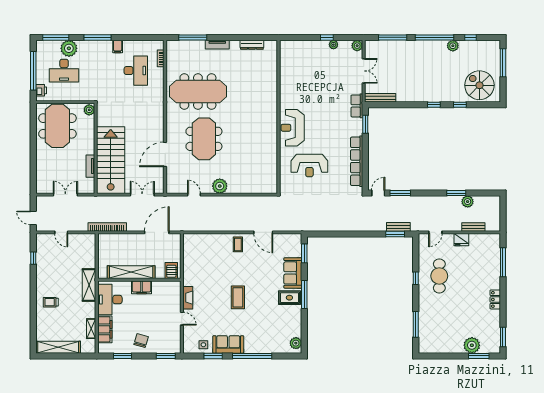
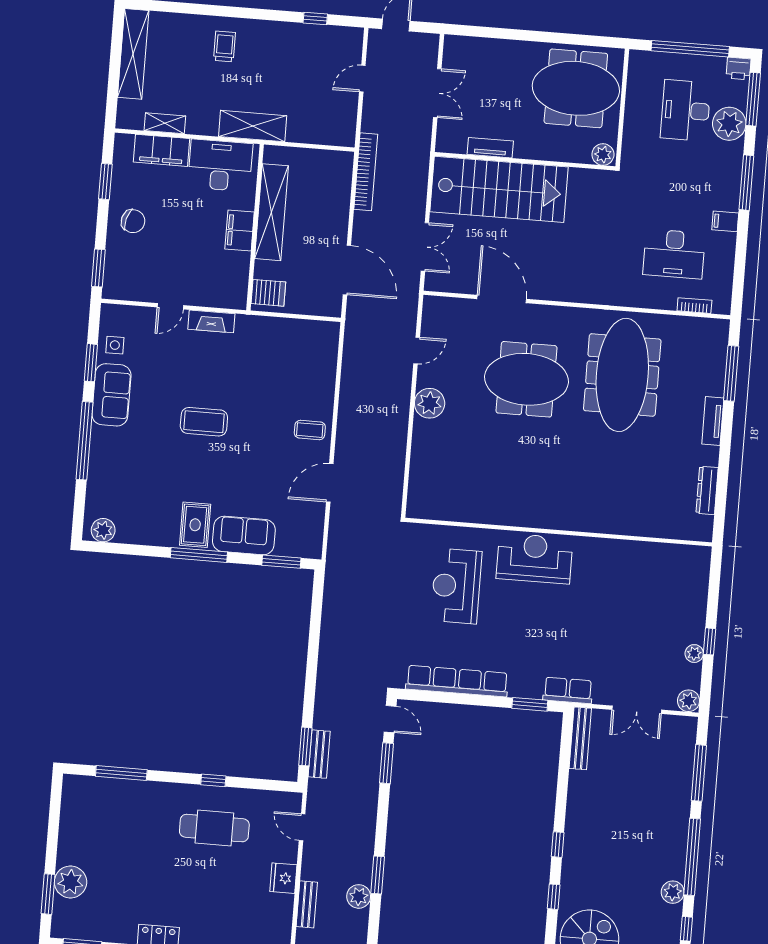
printer: (41, 90) -> (739, 69), moved

